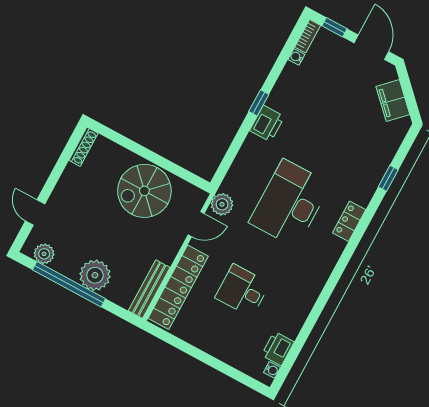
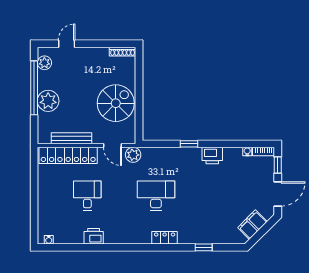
window: (259, 103) -> (189, 144), moved
printer: (267, 124) -> (212, 156), moved
spiral stairs: (144, 191) -> (116, 103), turned 90
desk: (290, 203) -> (156, 196), width x0.73, depth x0.77
bench: (149, 289) -> (72, 138), moved
printer: (278, 348) -> (94, 236), moved

